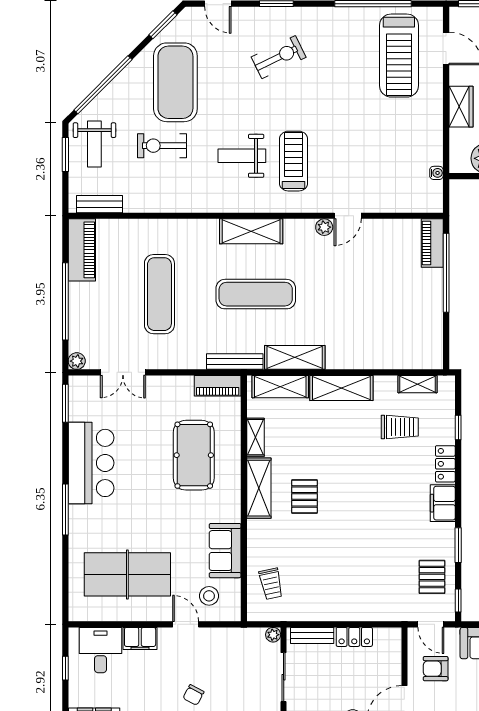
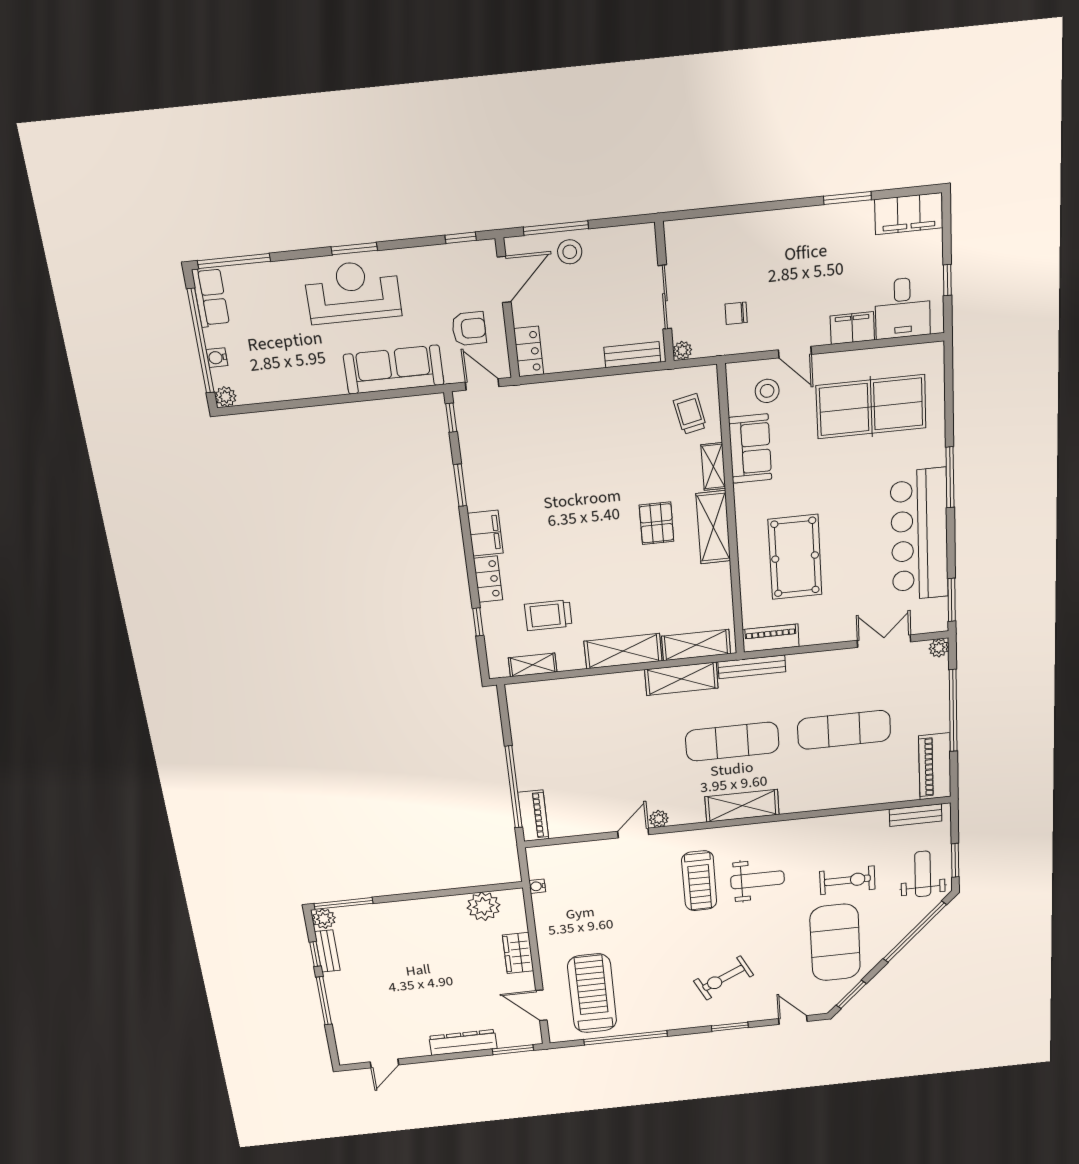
exercise mat: (159, 294) -> (844, 730), turned 90
shelving: (255, 437) -> (713, 467), moved
bar counter: (91, 463) -> (919, 535), width x1.36
pallet: (432, 577) -> (488, 443), removed
locker: (354, 637) -> (529, 351), moved, turned 90
chair: (193, 695) -> (736, 313), moved, turned -118

